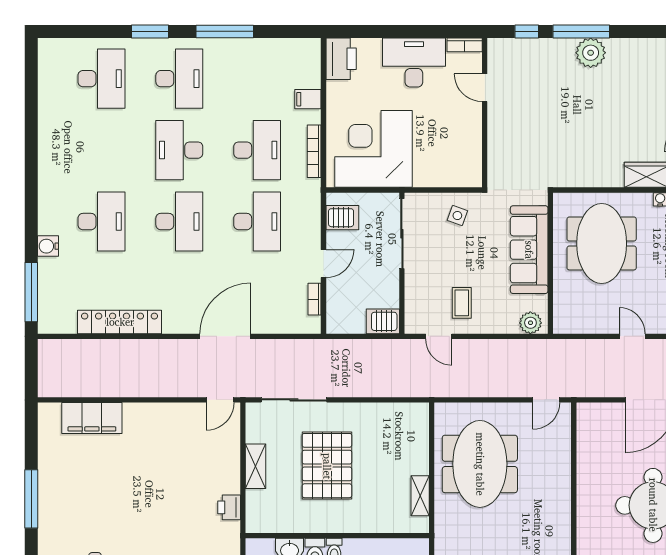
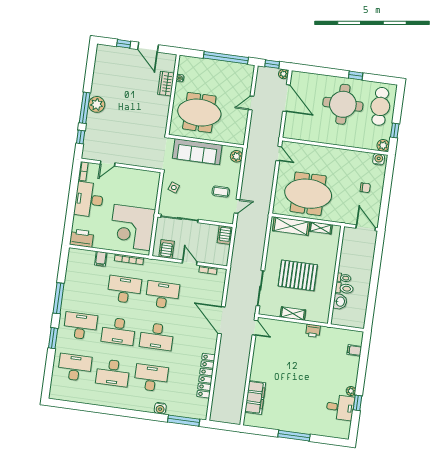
desk: (101, 150) -> (113, 373), added
desk: (179, 222) -> (157, 336), turned 180
shelving: (416, 441) -> (291, 226), added

